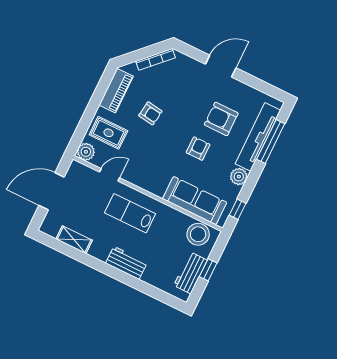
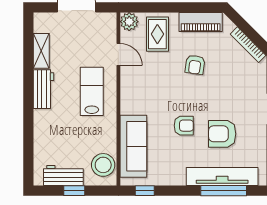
armchair: (221, 119) -> (222, 134), turned -90
plant: (239, 177) -> (176, 177), removed
workbench: (126, 263) -> (43, 89), moved

